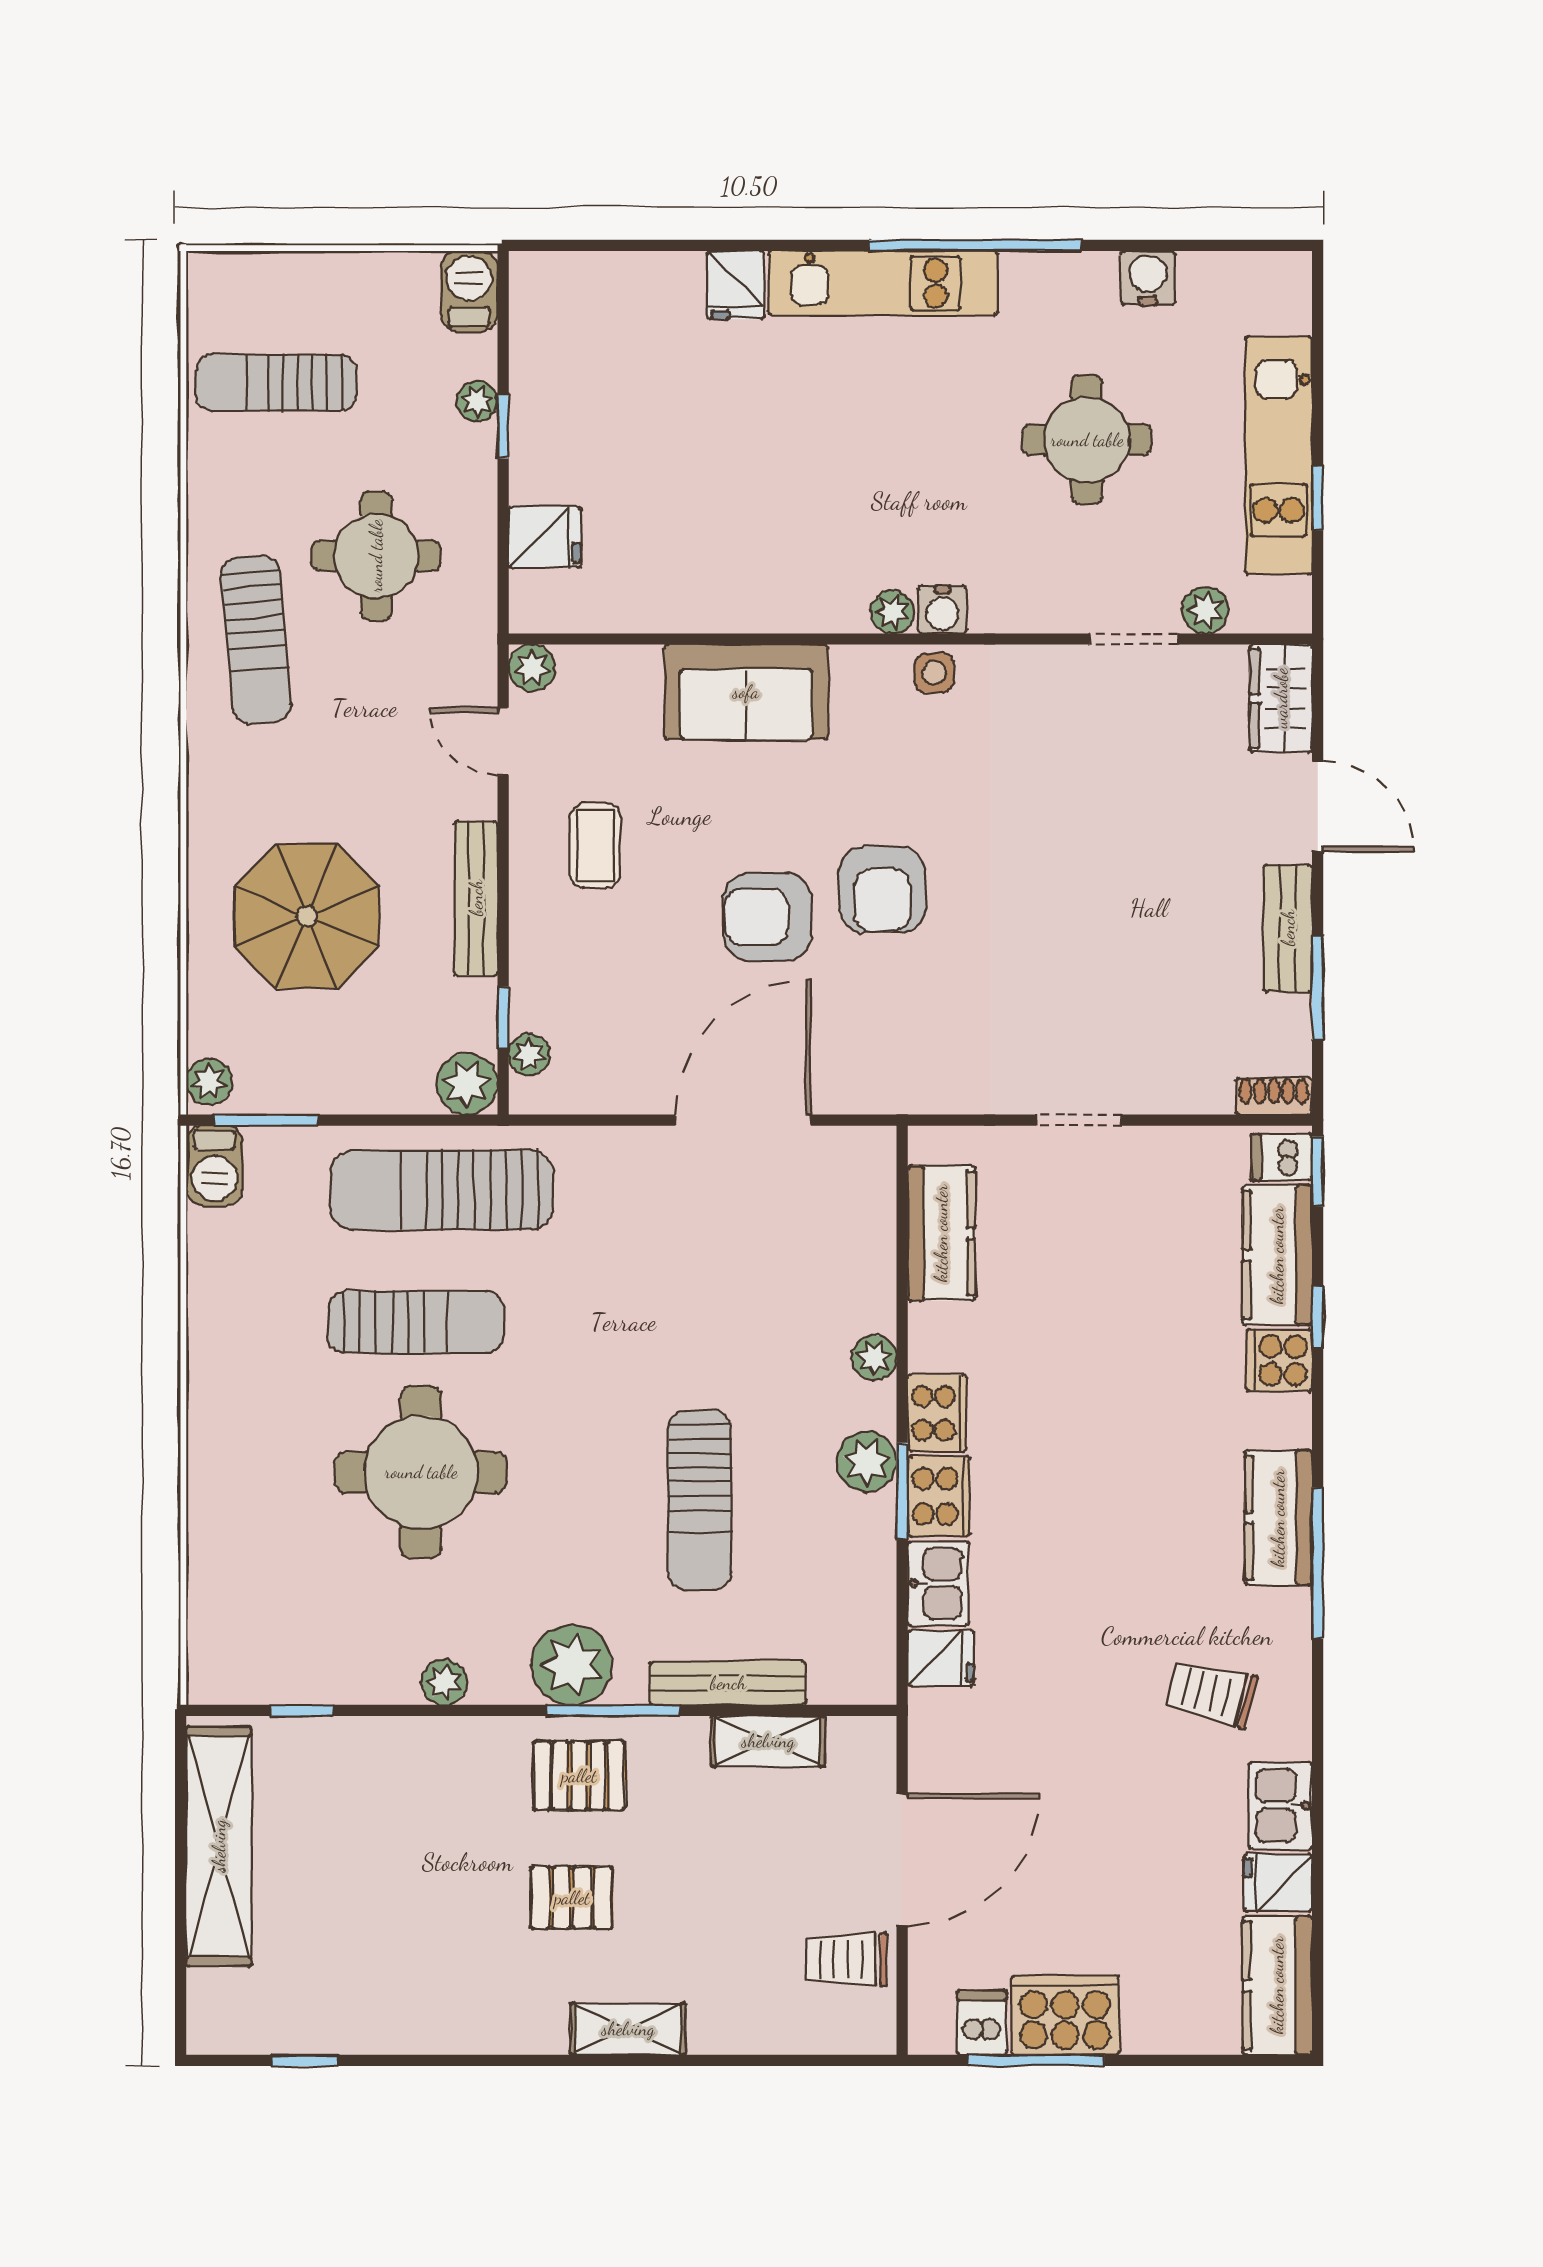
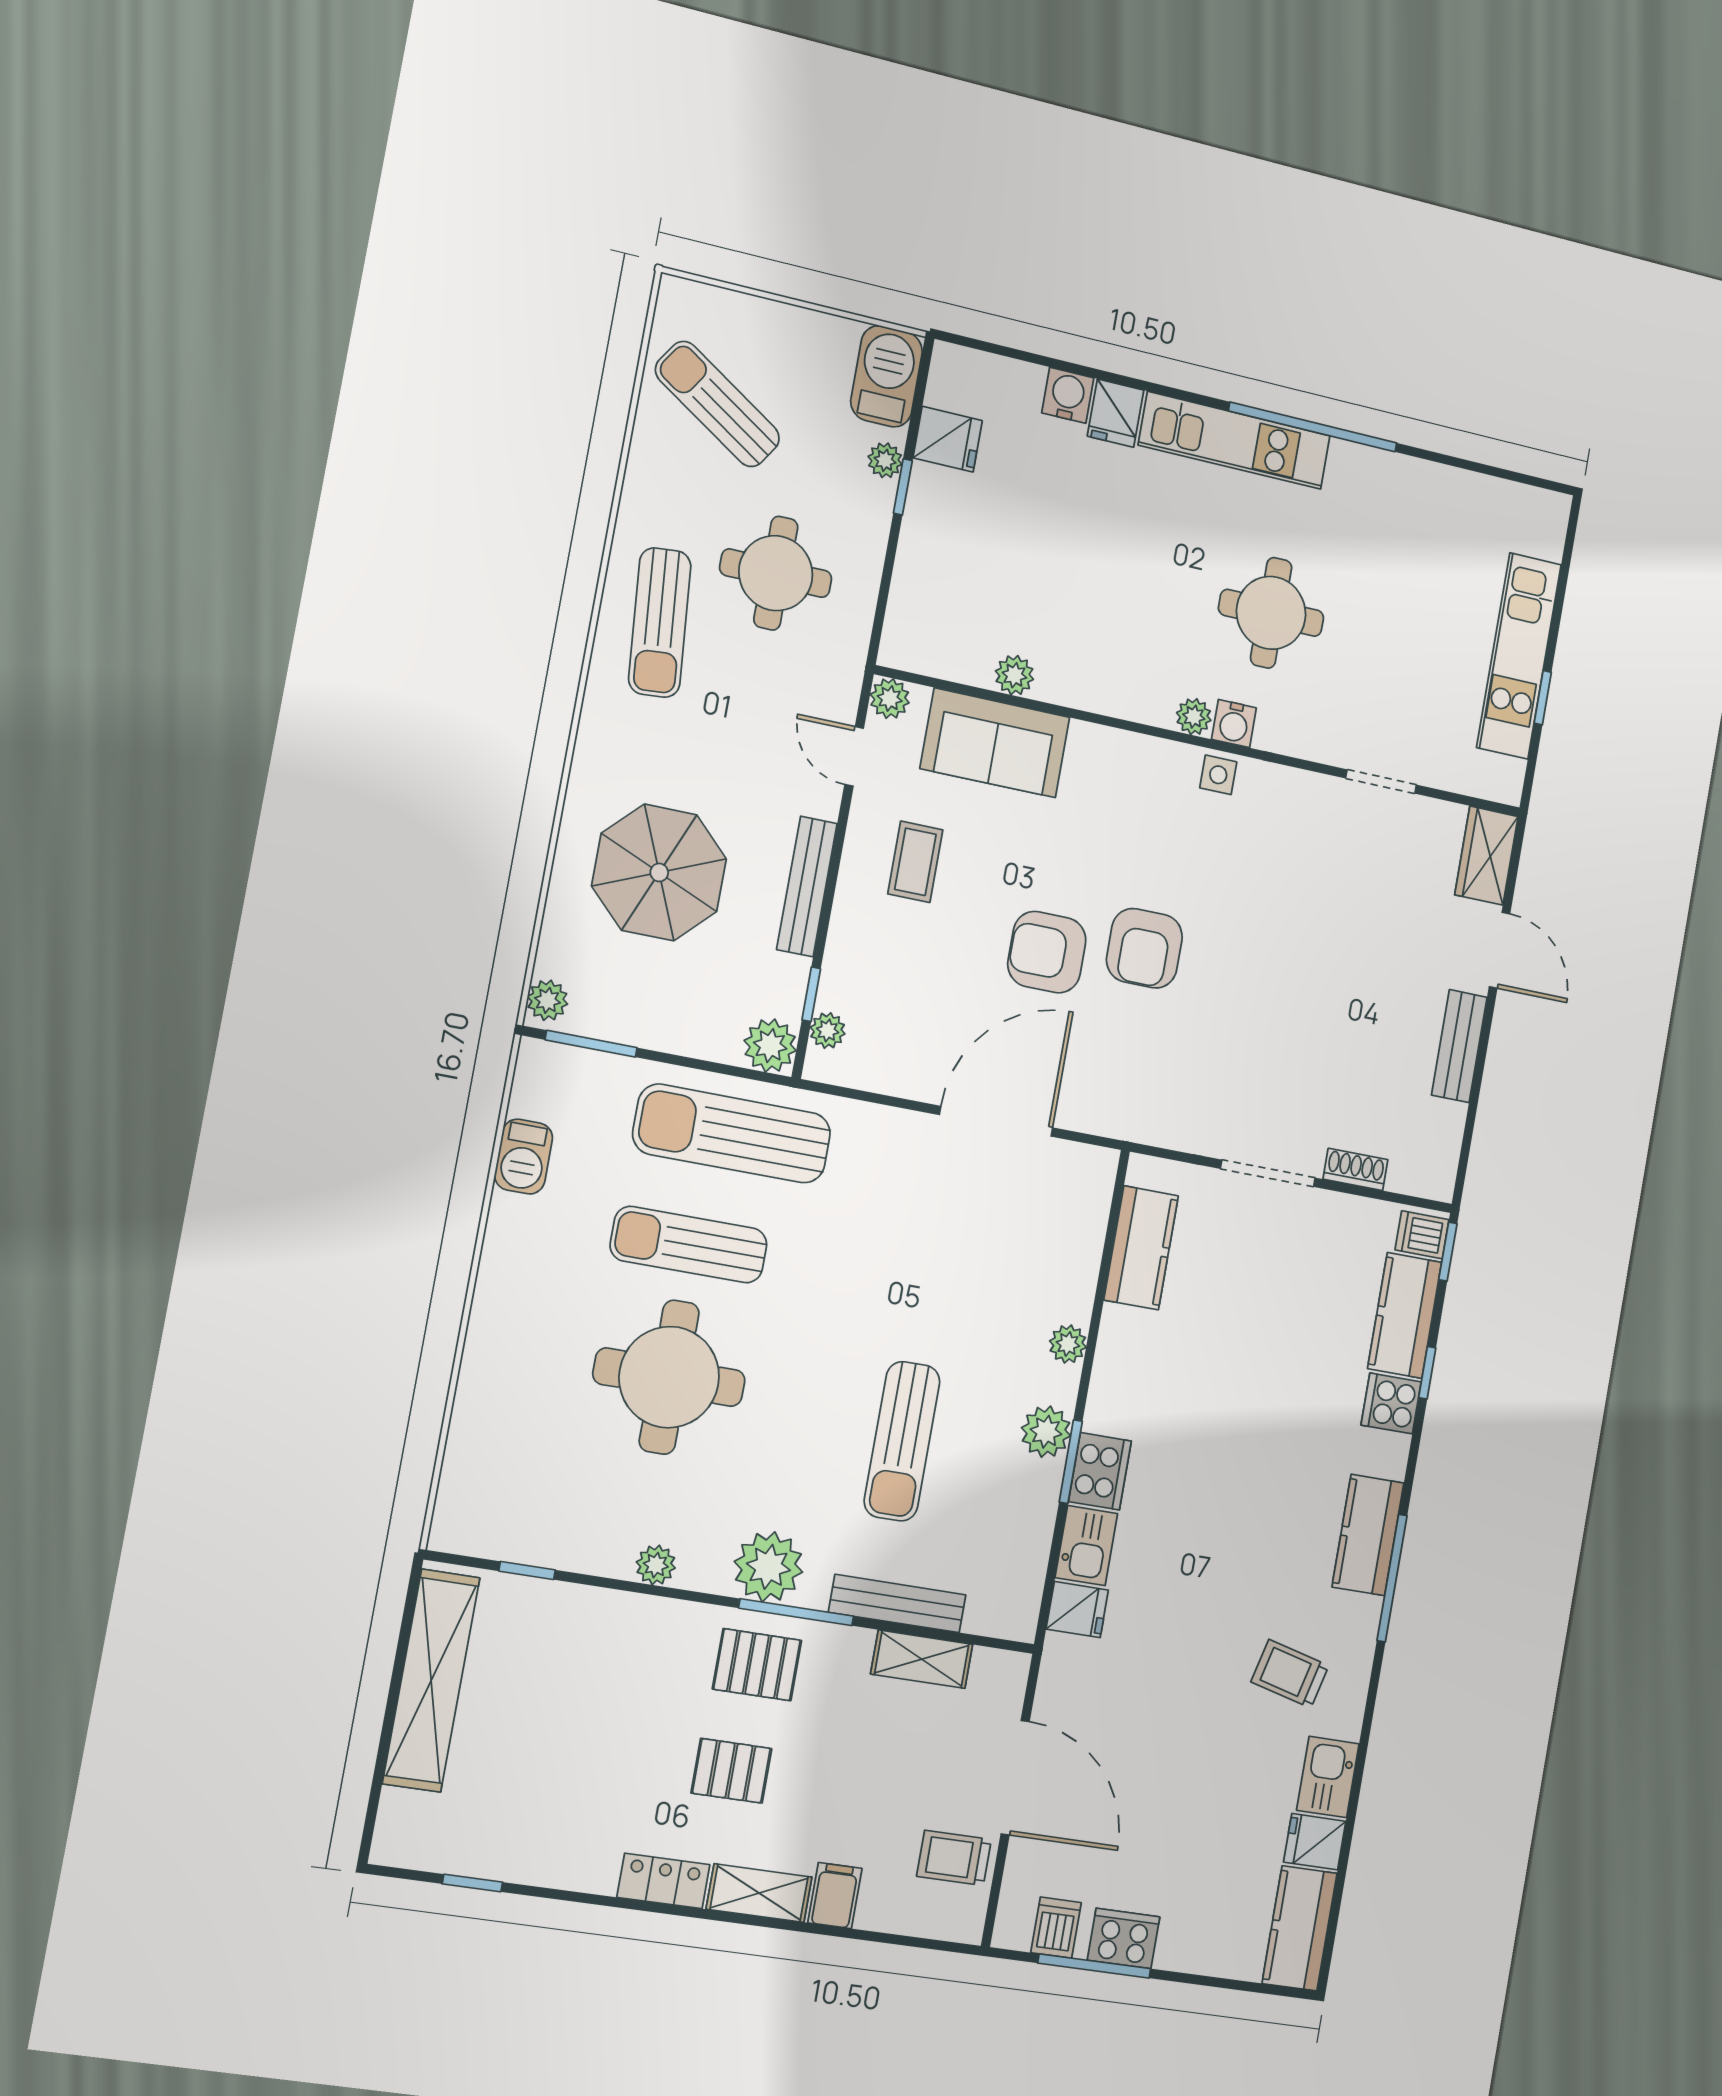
water cooler: (1148, 278) -> (1068, 395), moved
barbecue: (469, 291) -> (887, 376), width x1.38, depth x1.27
sun lounger: (276, 383) -> (717, 404), turned 33
round table: (1087, 440) -> (1271, 613), moved
fridge: (545, 537) -> (948, 439), moved
plant: (1205, 610) -> (1014, 675), moved
sofa: (746, 692) -> (995, 743), moved
window: (1318, 988) -> (1474, 1100), removed
shoe rack: (1274, 1096) -> (1355, 1169), moved
doorway: (1079, 1120) -> (1268, 1173), width x1.38
barbecue: (214, 1165) -> (524, 1157), moved
sun lounger: (416, 1322) -> (689, 1245), turned 180
cooker: (937, 1413) -> (1111, 1400), removed
door: (902, 1859) -> (1015, 1778), hinge flipped
cooker: (1065, 2015) -> (1124, 1938), width x0.73, depth x0.76
filing cabinet: (716, 2020) -> (835, 1896), added
locker: (517, 2030) -> (663, 1881), added

